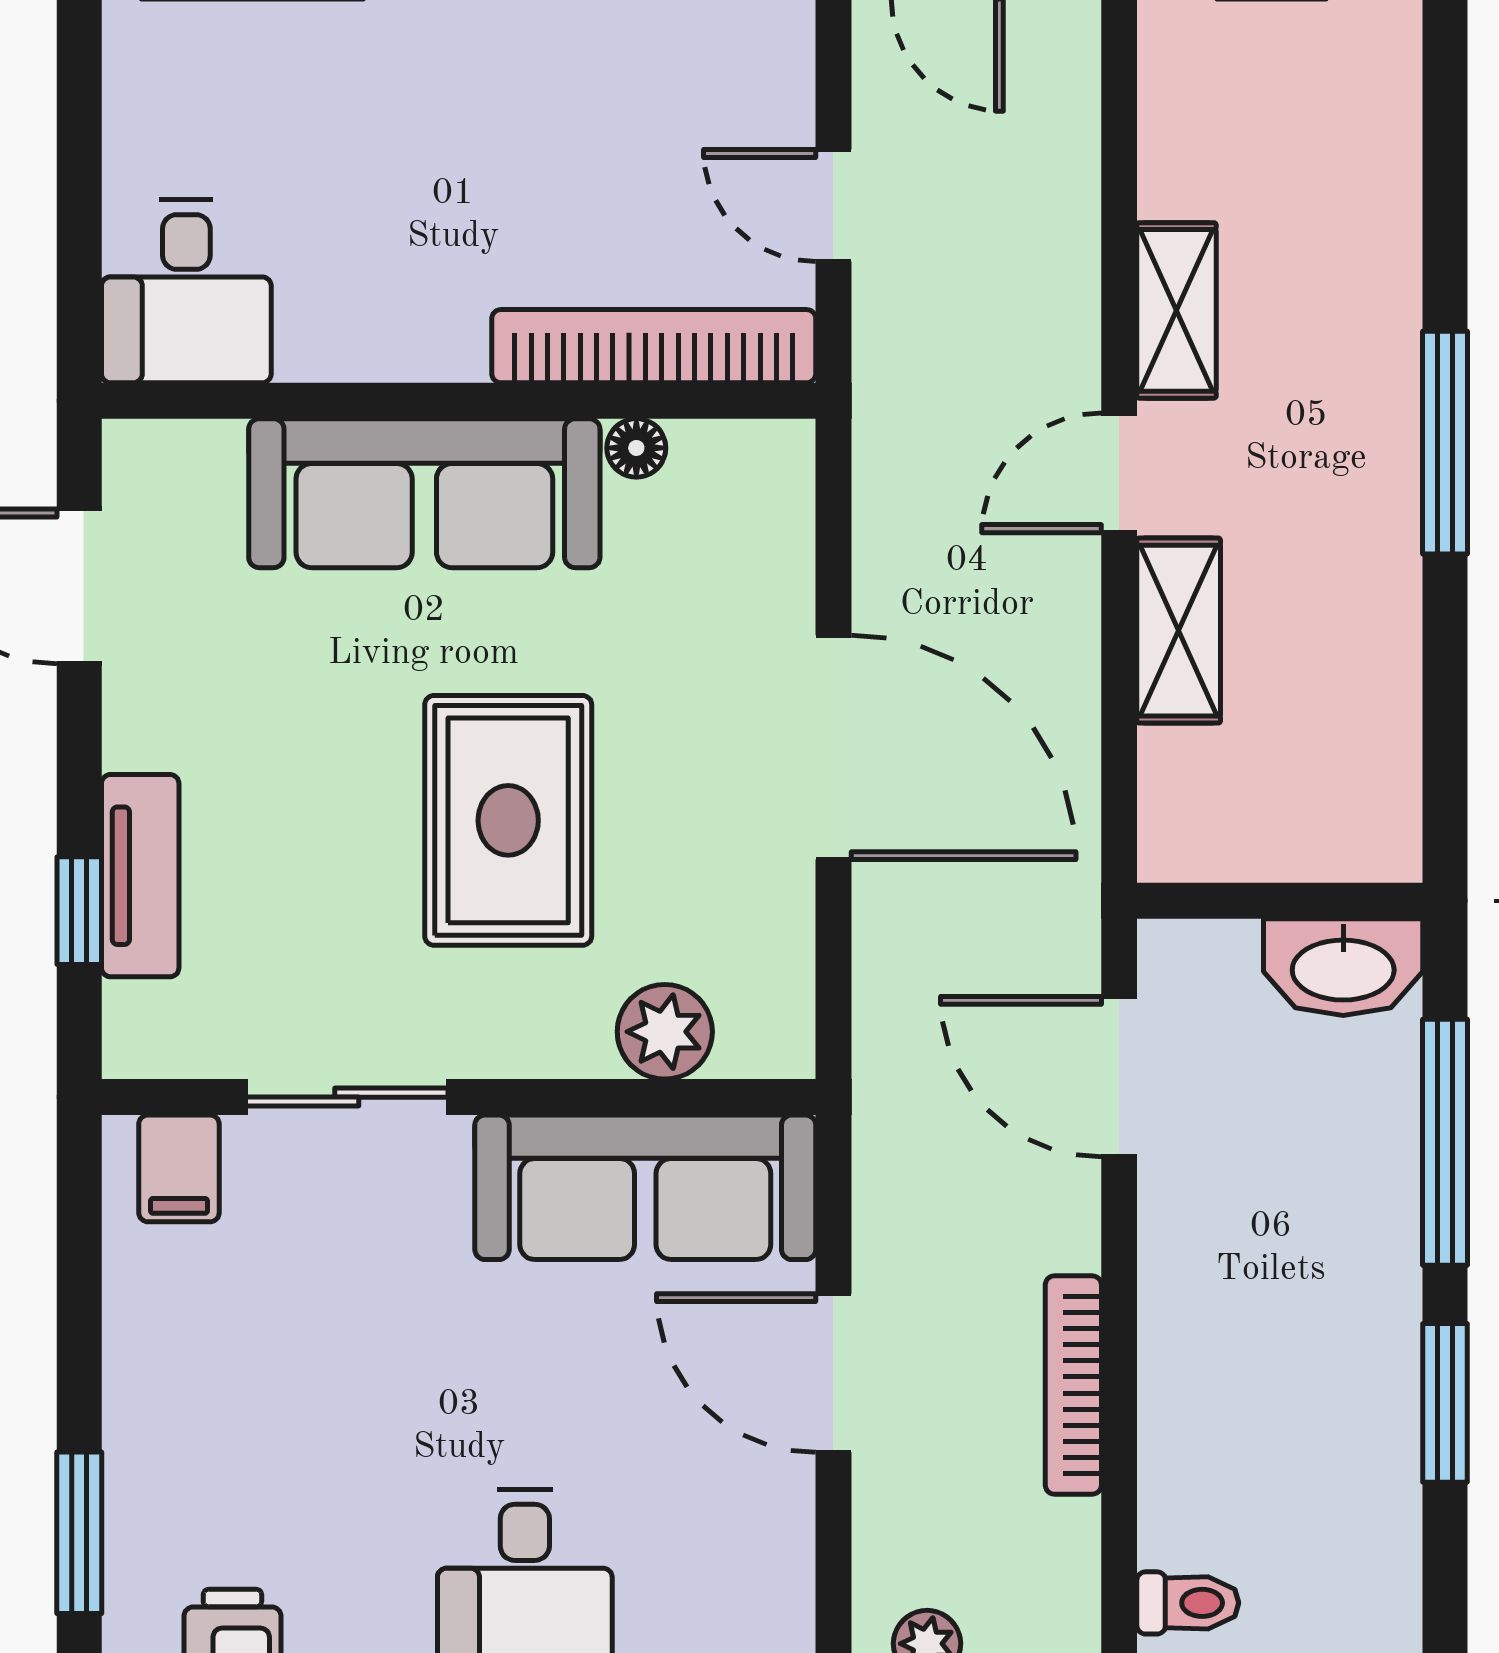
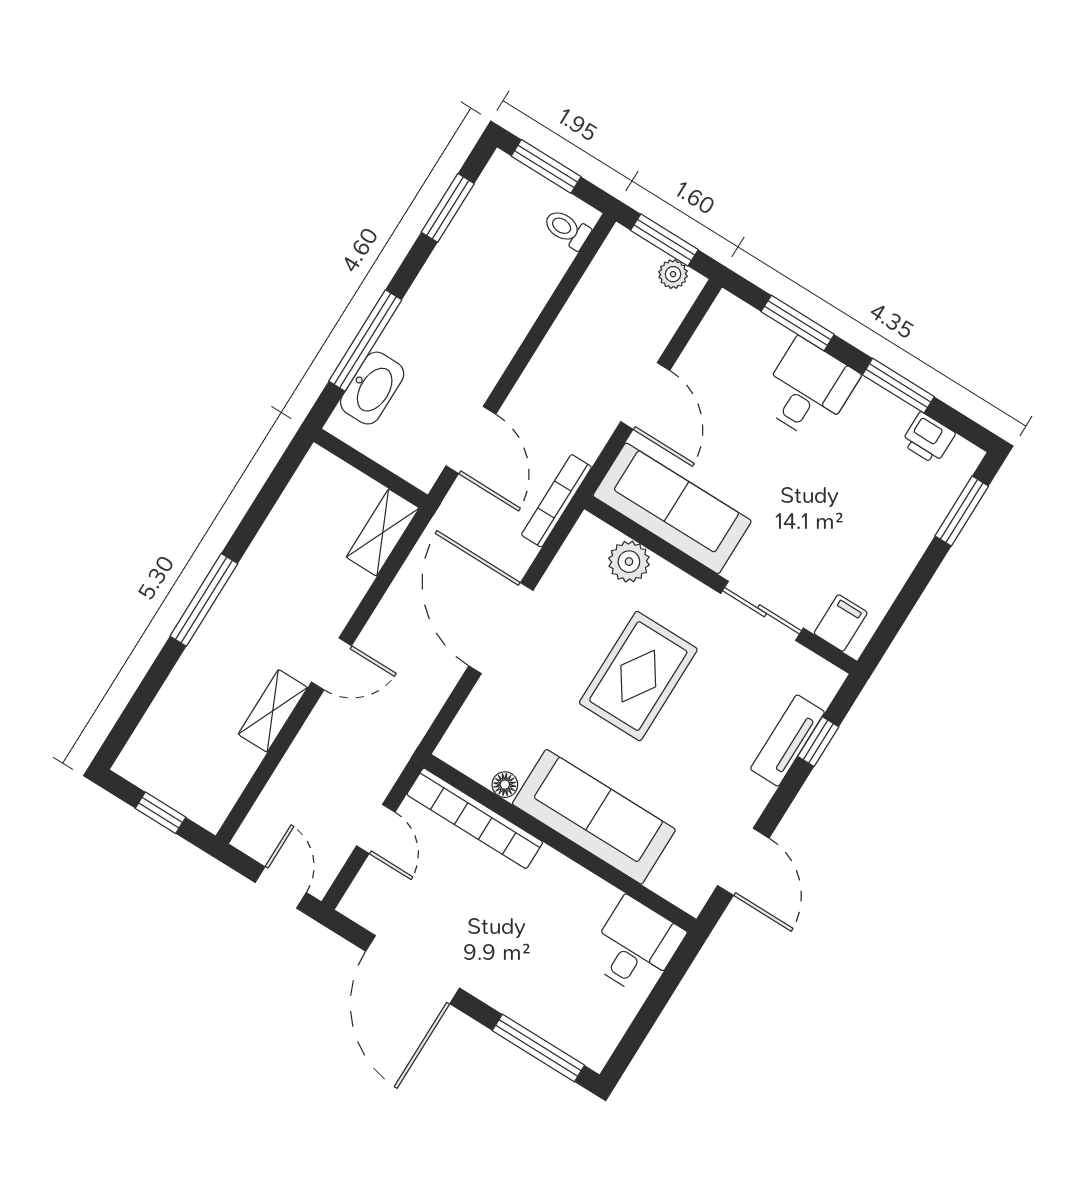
shelving: (1179, 631) -> (383, 533), moved
washbasin: (1343, 967) -> (372, 388), moved, turned 90
bookcase: (1073, 1385) -> (556, 501), moved, turned 180
window: (1445, 1403) -> (448, 208), moved

